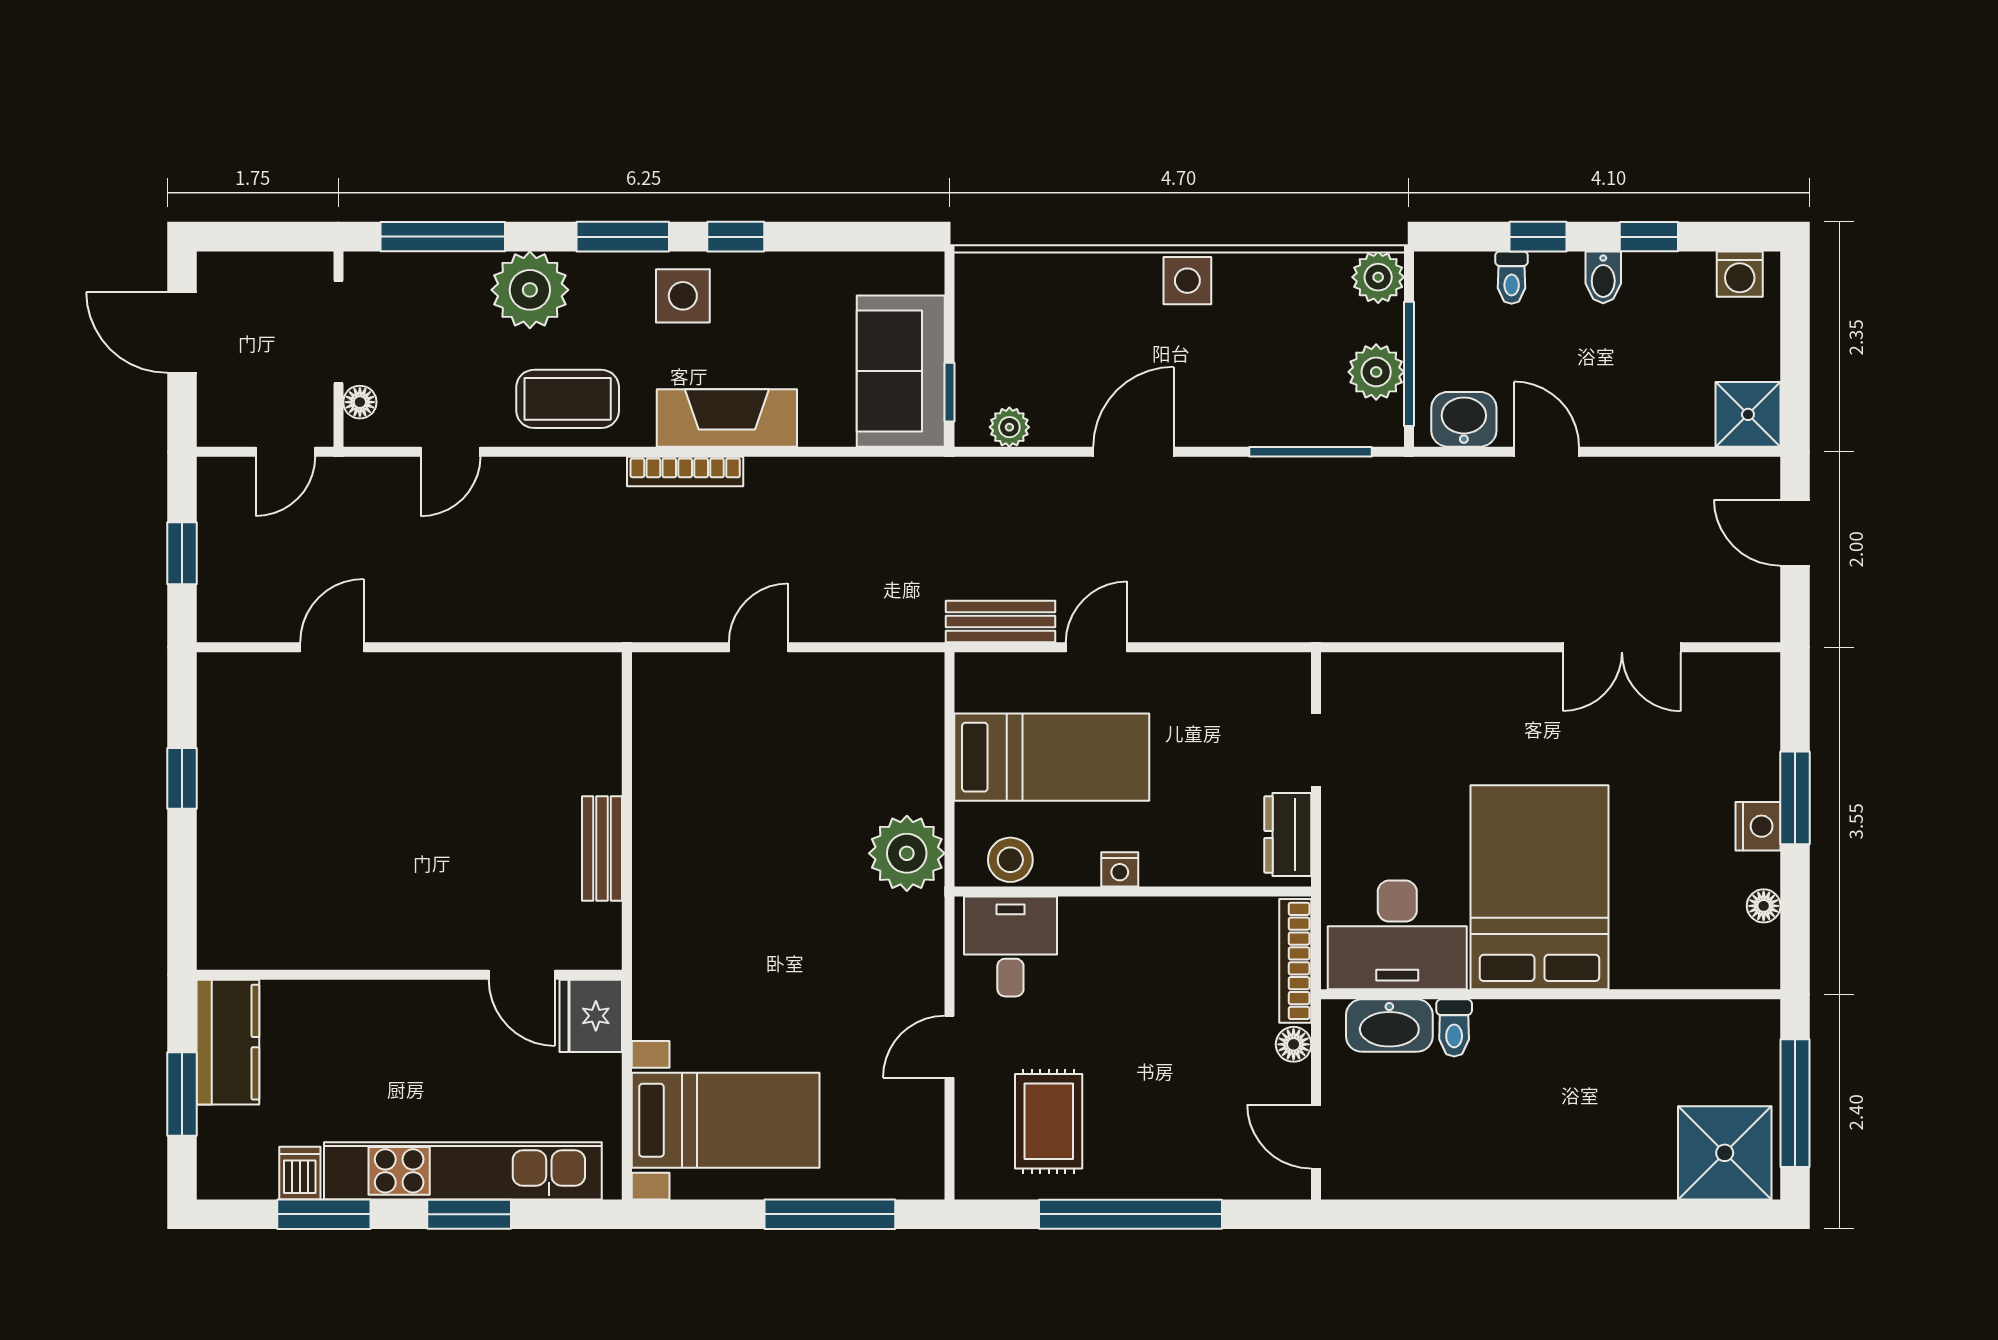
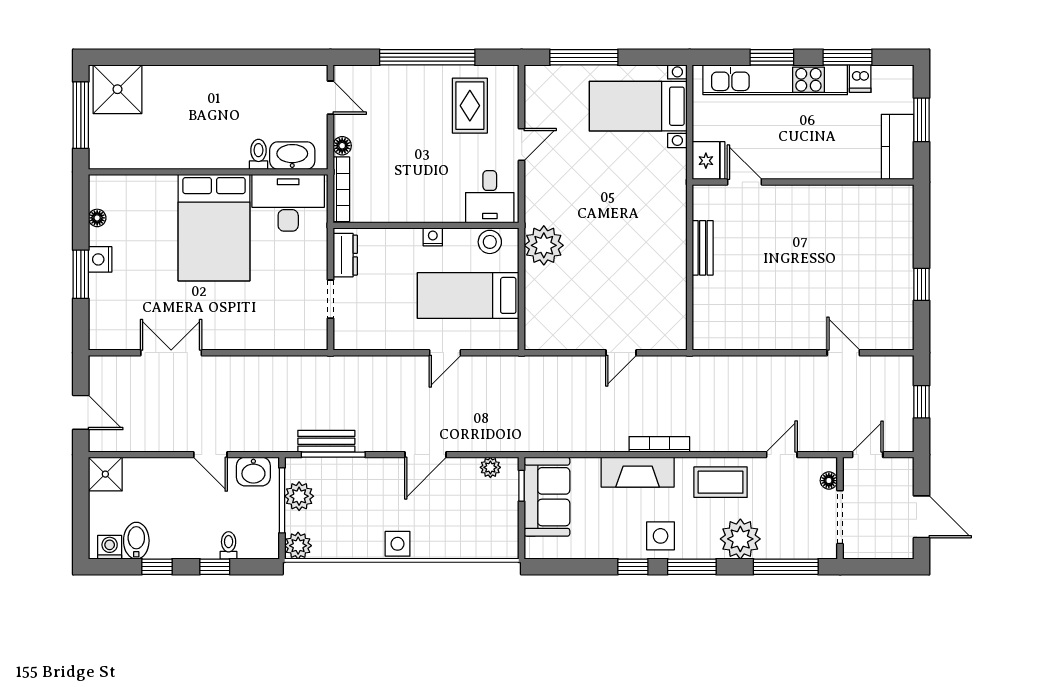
bidet: (1603, 277) -> (136, 541), moved, width x1.38, depth x1.36
bench: (1000, 621) -> (326, 441), moved
door: (332, 647) -> (843, 353), swing flipped

